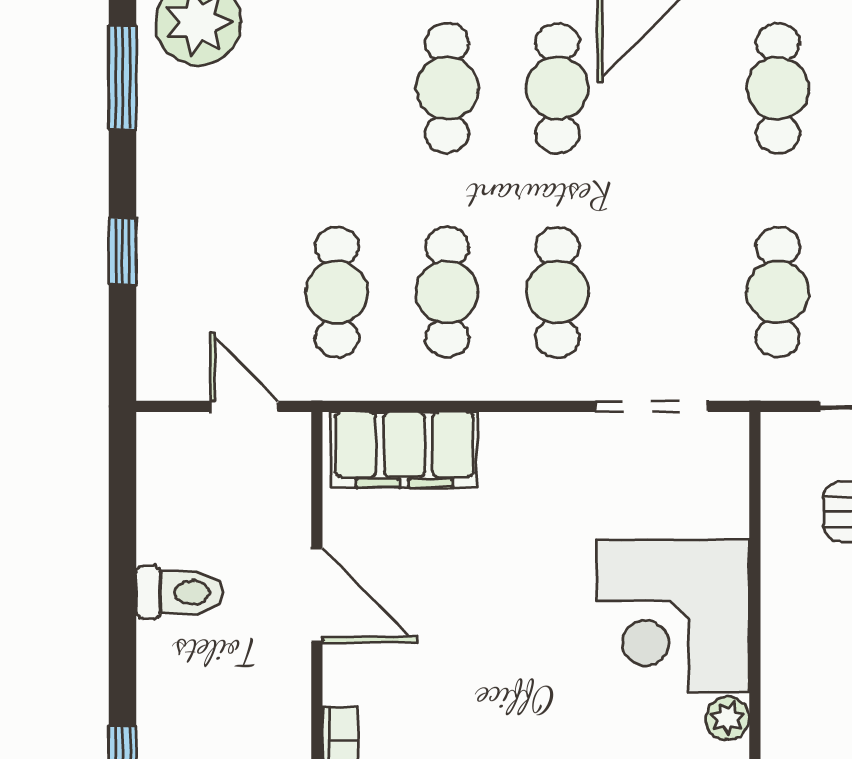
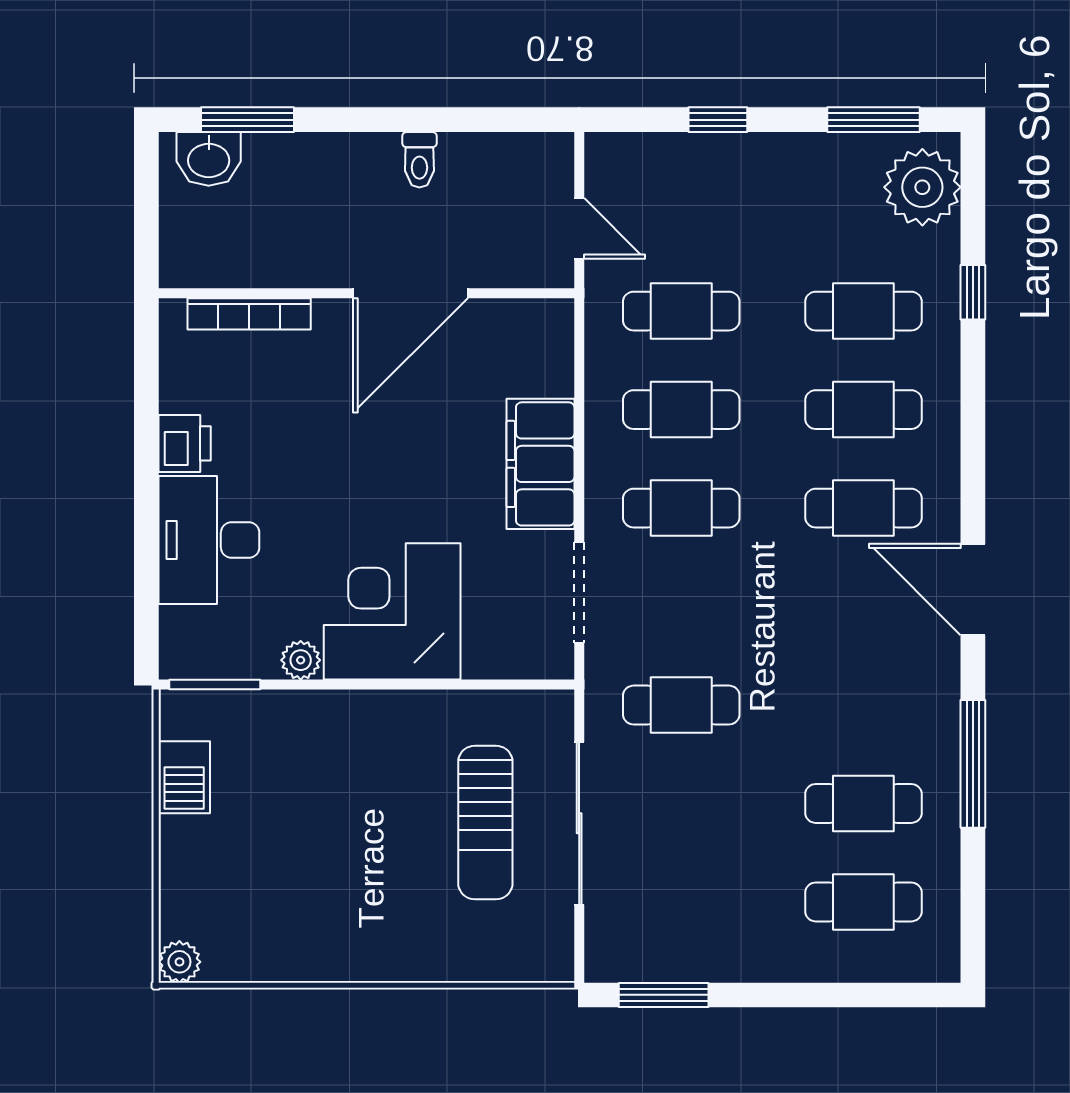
cafe table: (778, 88) -> (863, 311), moved
door: (244, 406) -> (579, 228), hinge flipped
filing cabinet: (404, 450) -> (540, 464), moved
toilet: (180, 592) -> (419, 160), width x0.73, depth x0.72
door: (317, 595) -> (410, 293), width x1.36

